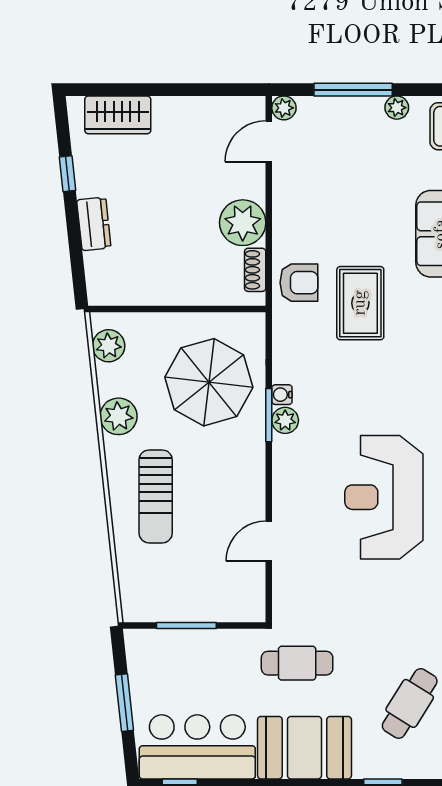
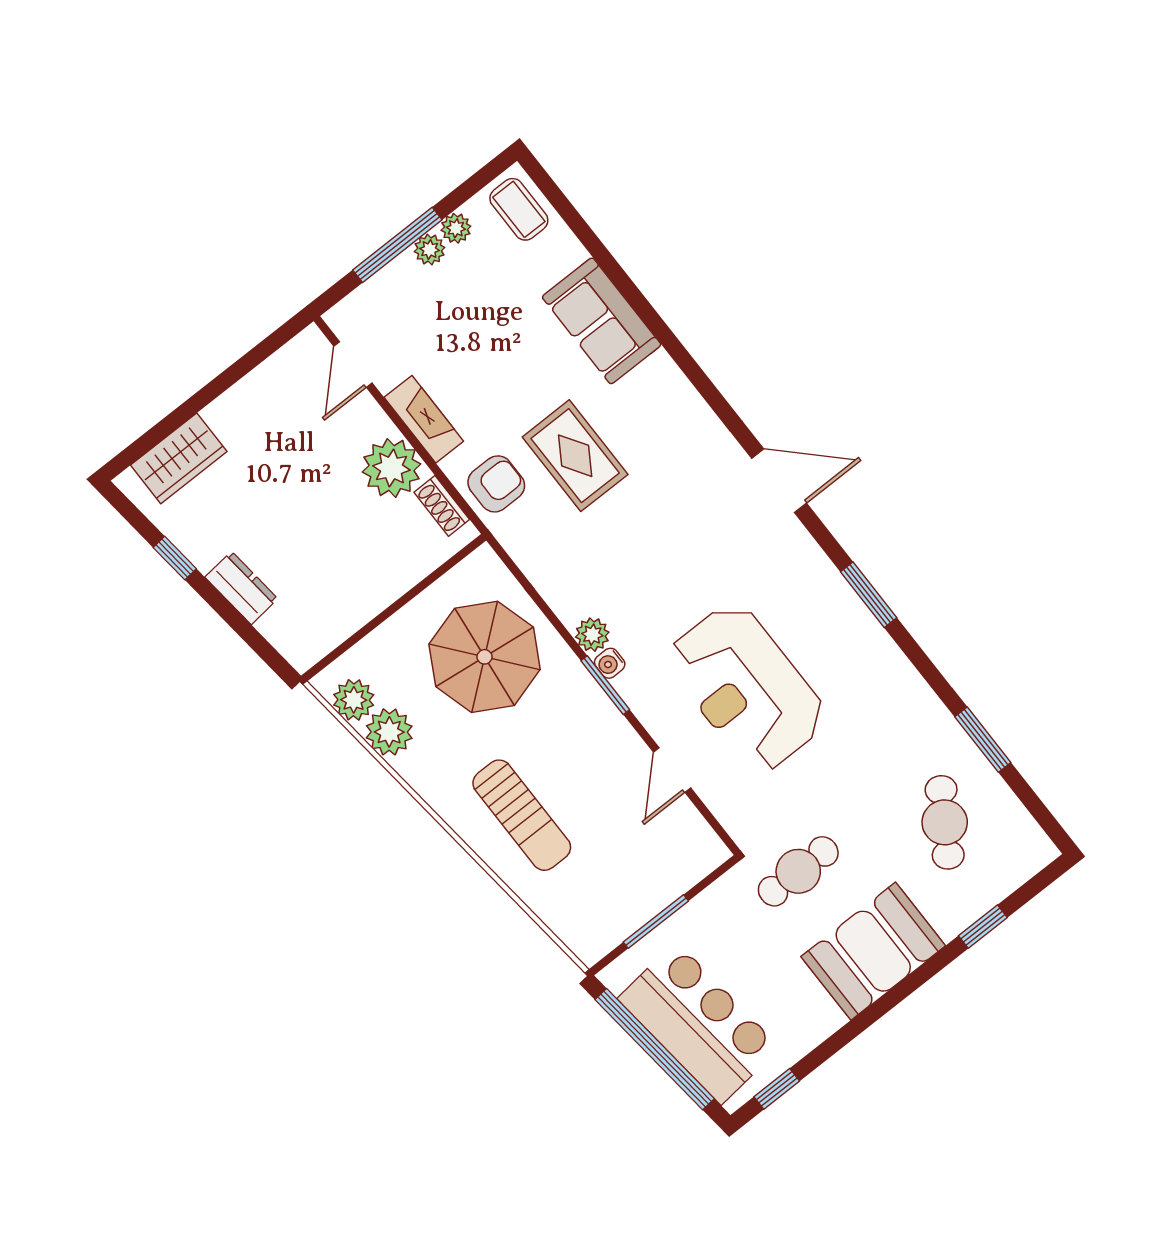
plant: (284, 108) -> (430, 249), moved
fireplace: (286, 208) -> (424, 419), added
water cooler: (282, 395) -> (610, 663), moved
window: (269, 415) -> (605, 685), moved
plant: (118, 416) -> (389, 732), moved
reception desk: (384, 497) -> (747, 688), moved
window: (124, 703) -> (655, 1049), width x2.11
bar counter: (197, 747) -> (699, 1023), moved, turned 84

